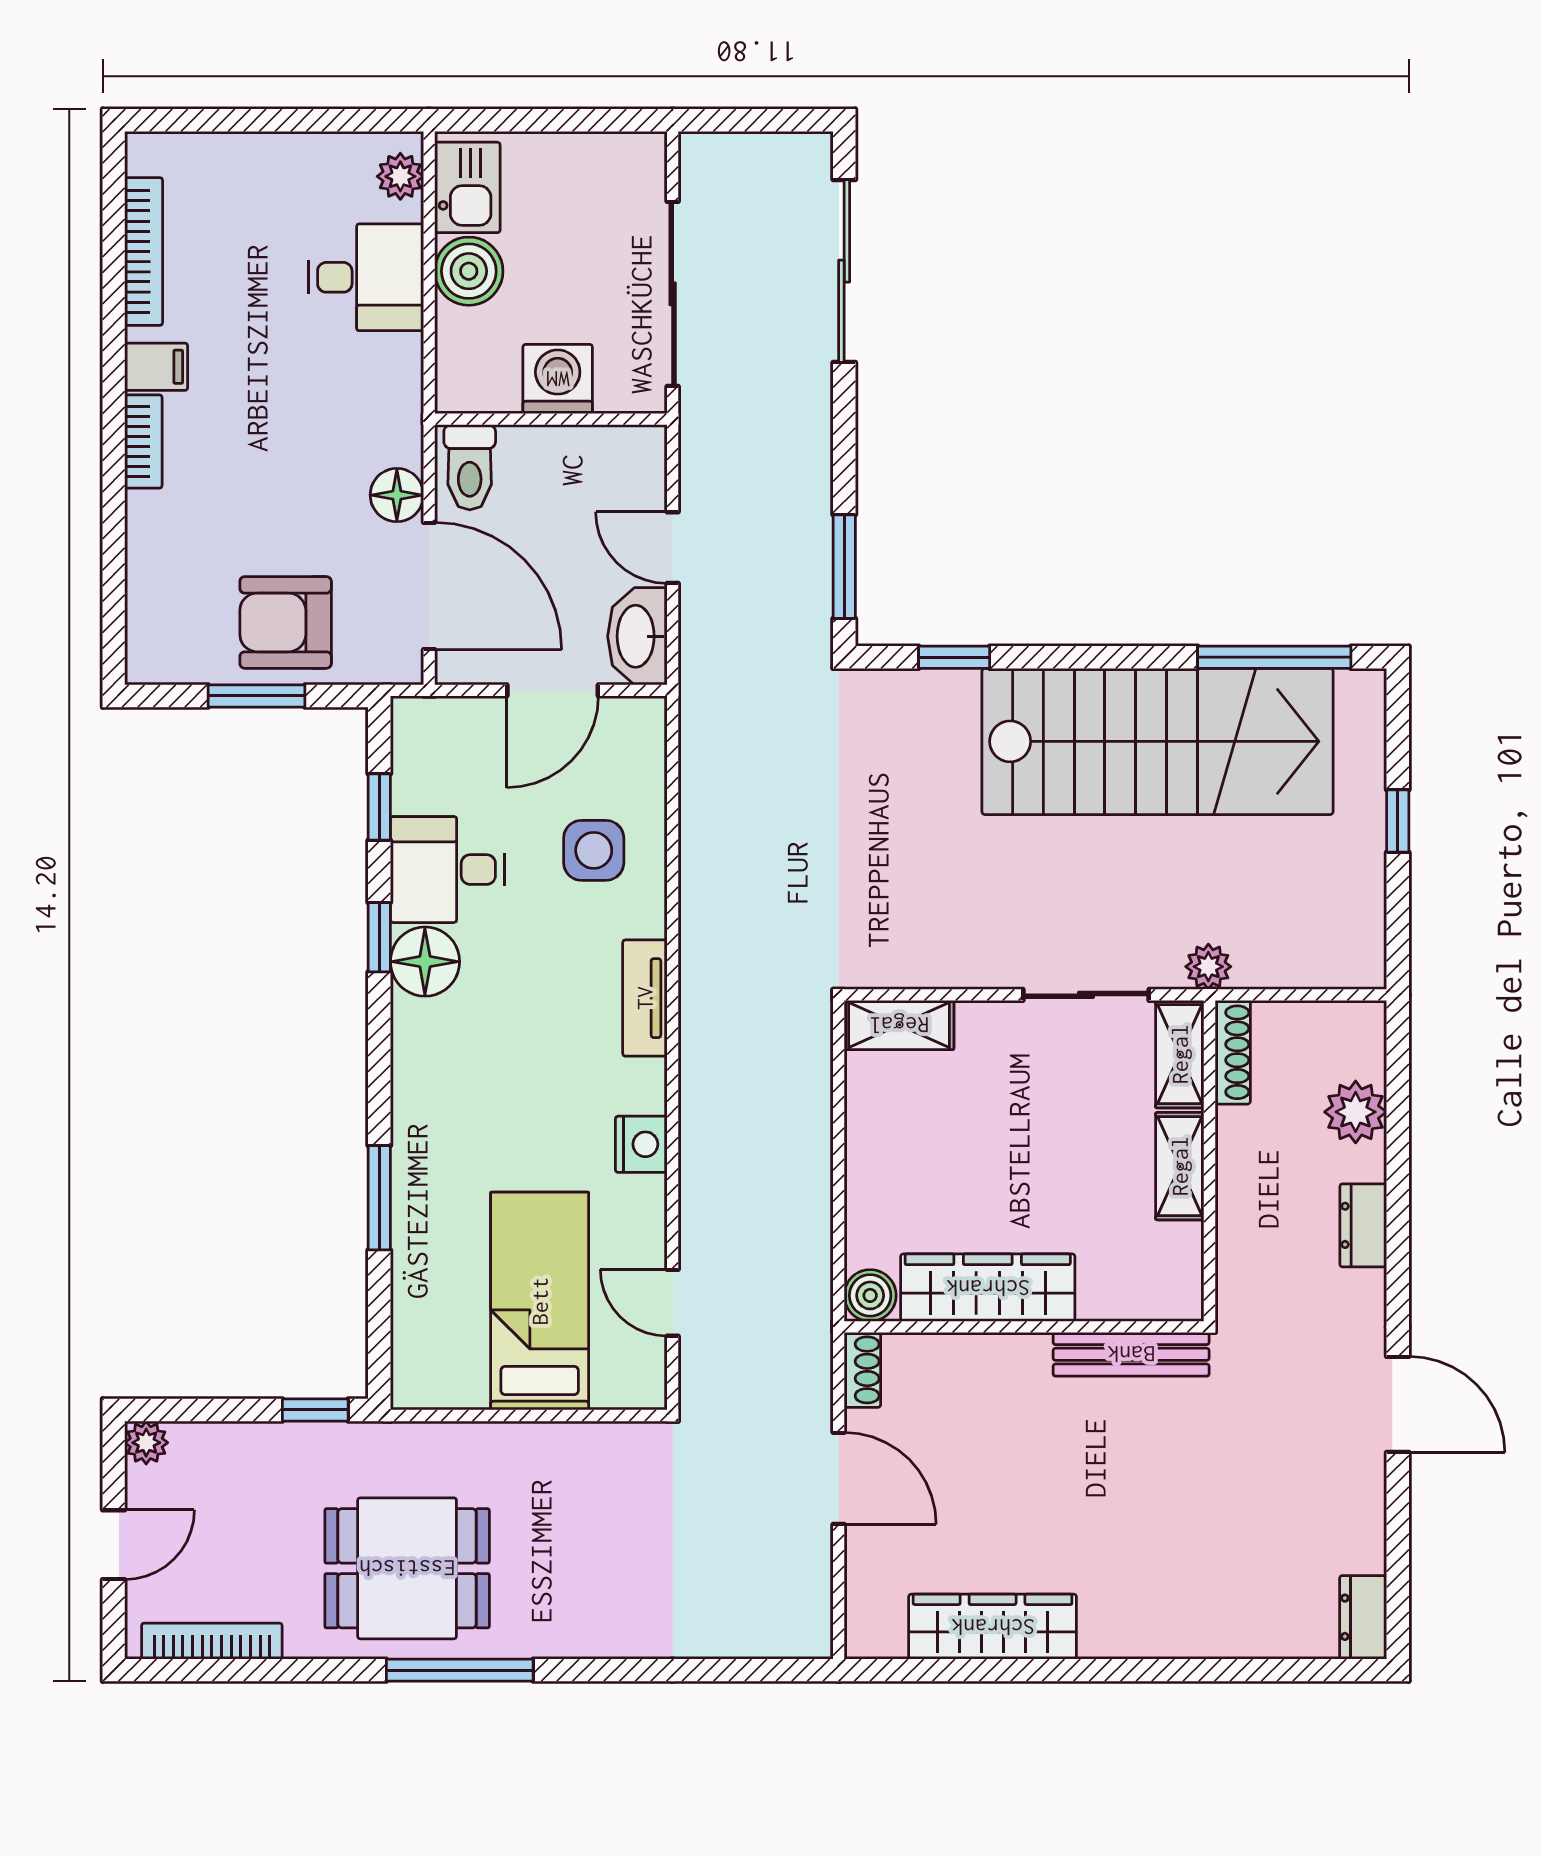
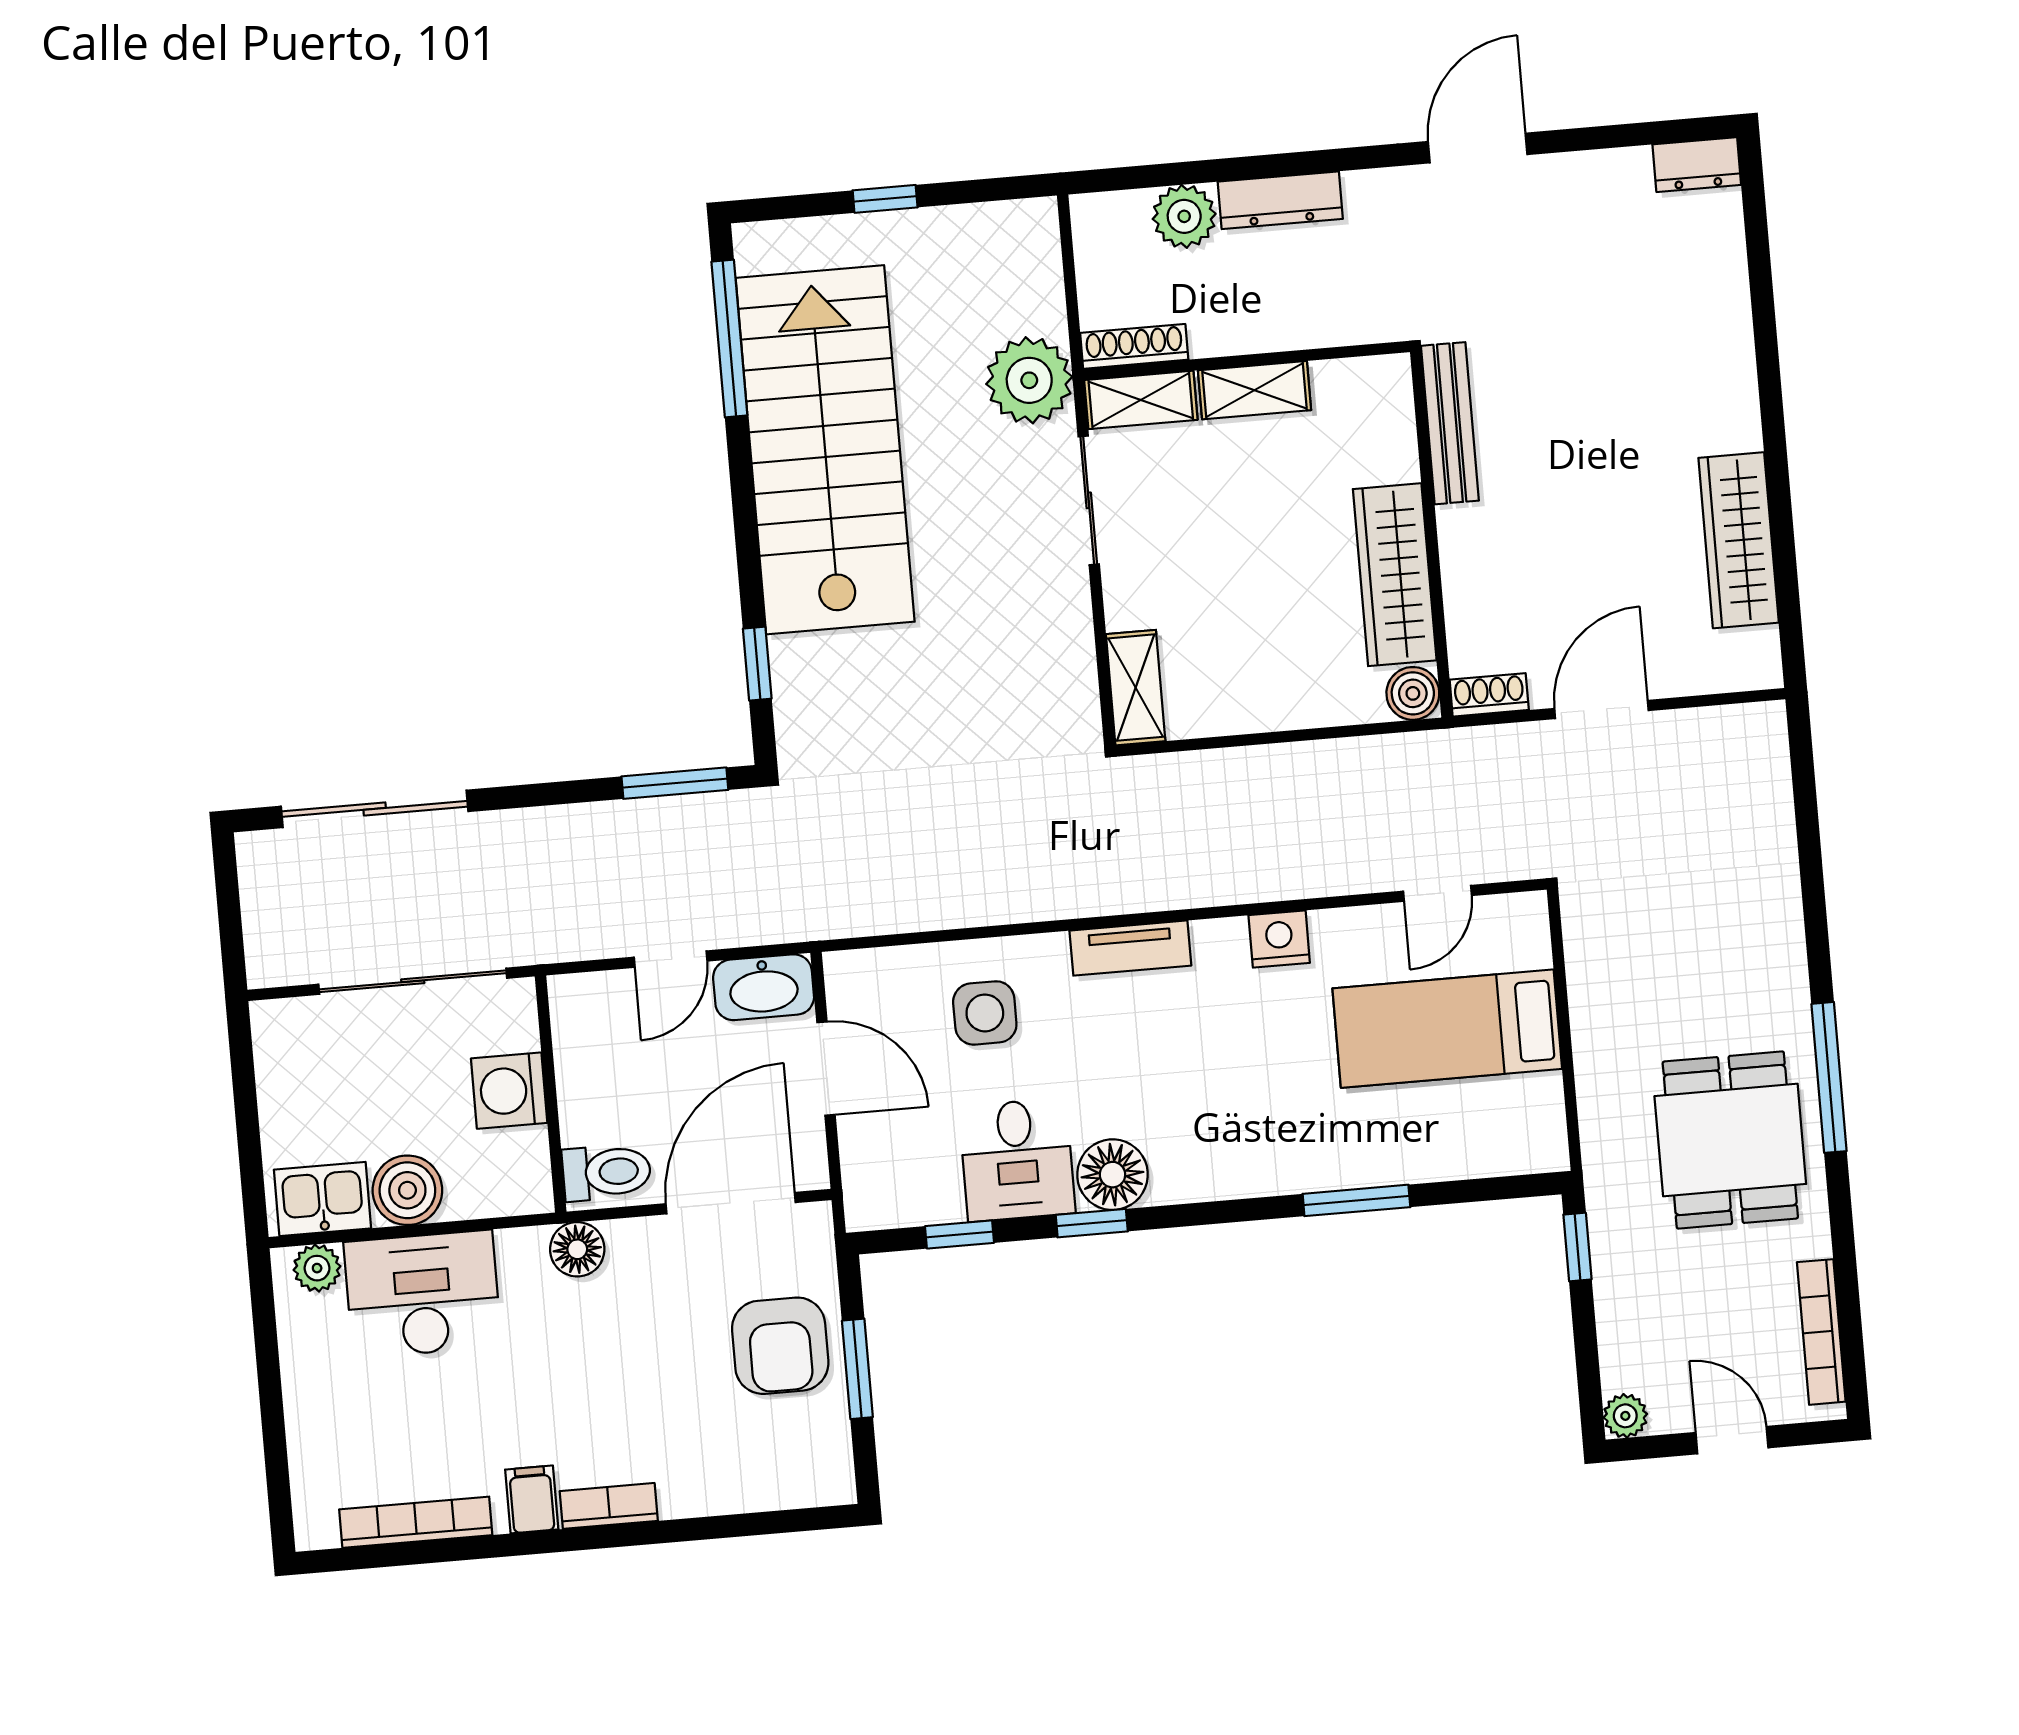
desk: (366, 277) -> (423, 1294), width x1.37
floor lamp: (397, 495) -> (577, 1249), moved
plant: (1208, 967) -> (1029, 380), width x1.88, depth x1.88
dresser: (1363, 1225) -> (1280, 200), width x1.44

